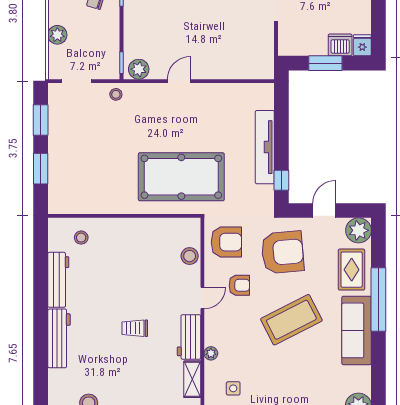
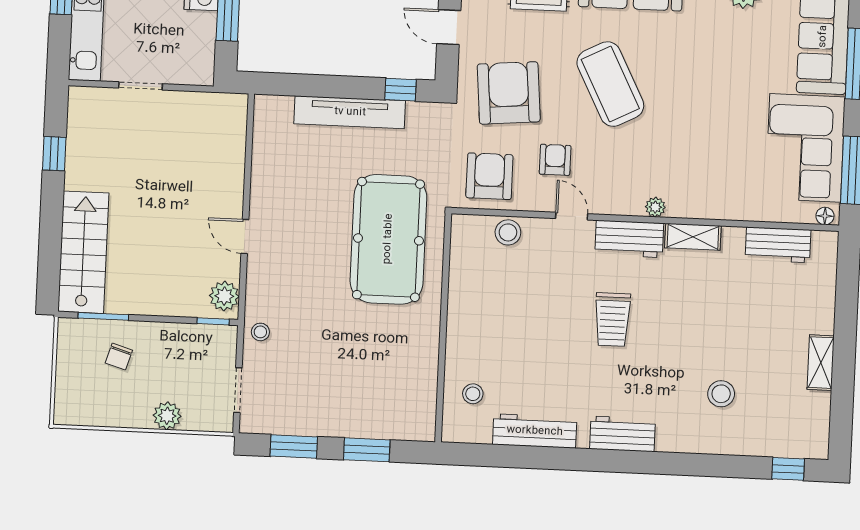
trolley: (135, 328) -> (612, 320), width x1.36, depth x1.39
workbench: (59, 338) -> (623, 434), width x0.73
side table: (233, 388) -> (709, 176), removed

